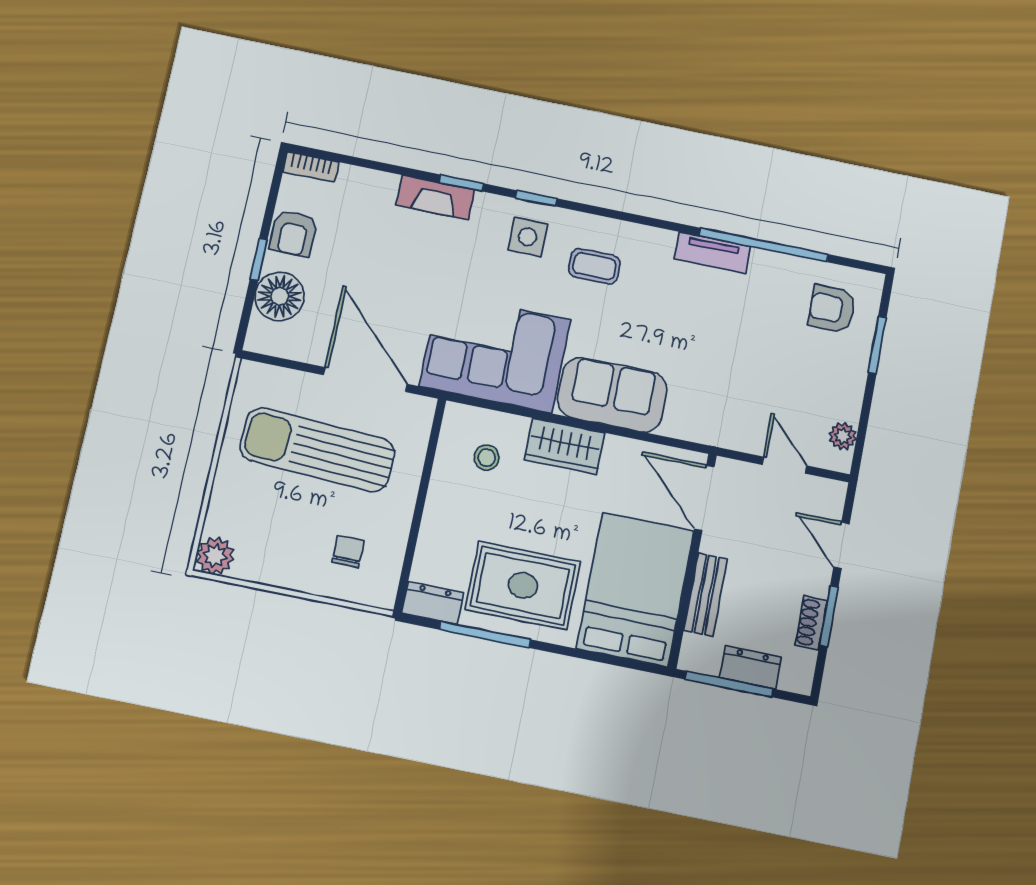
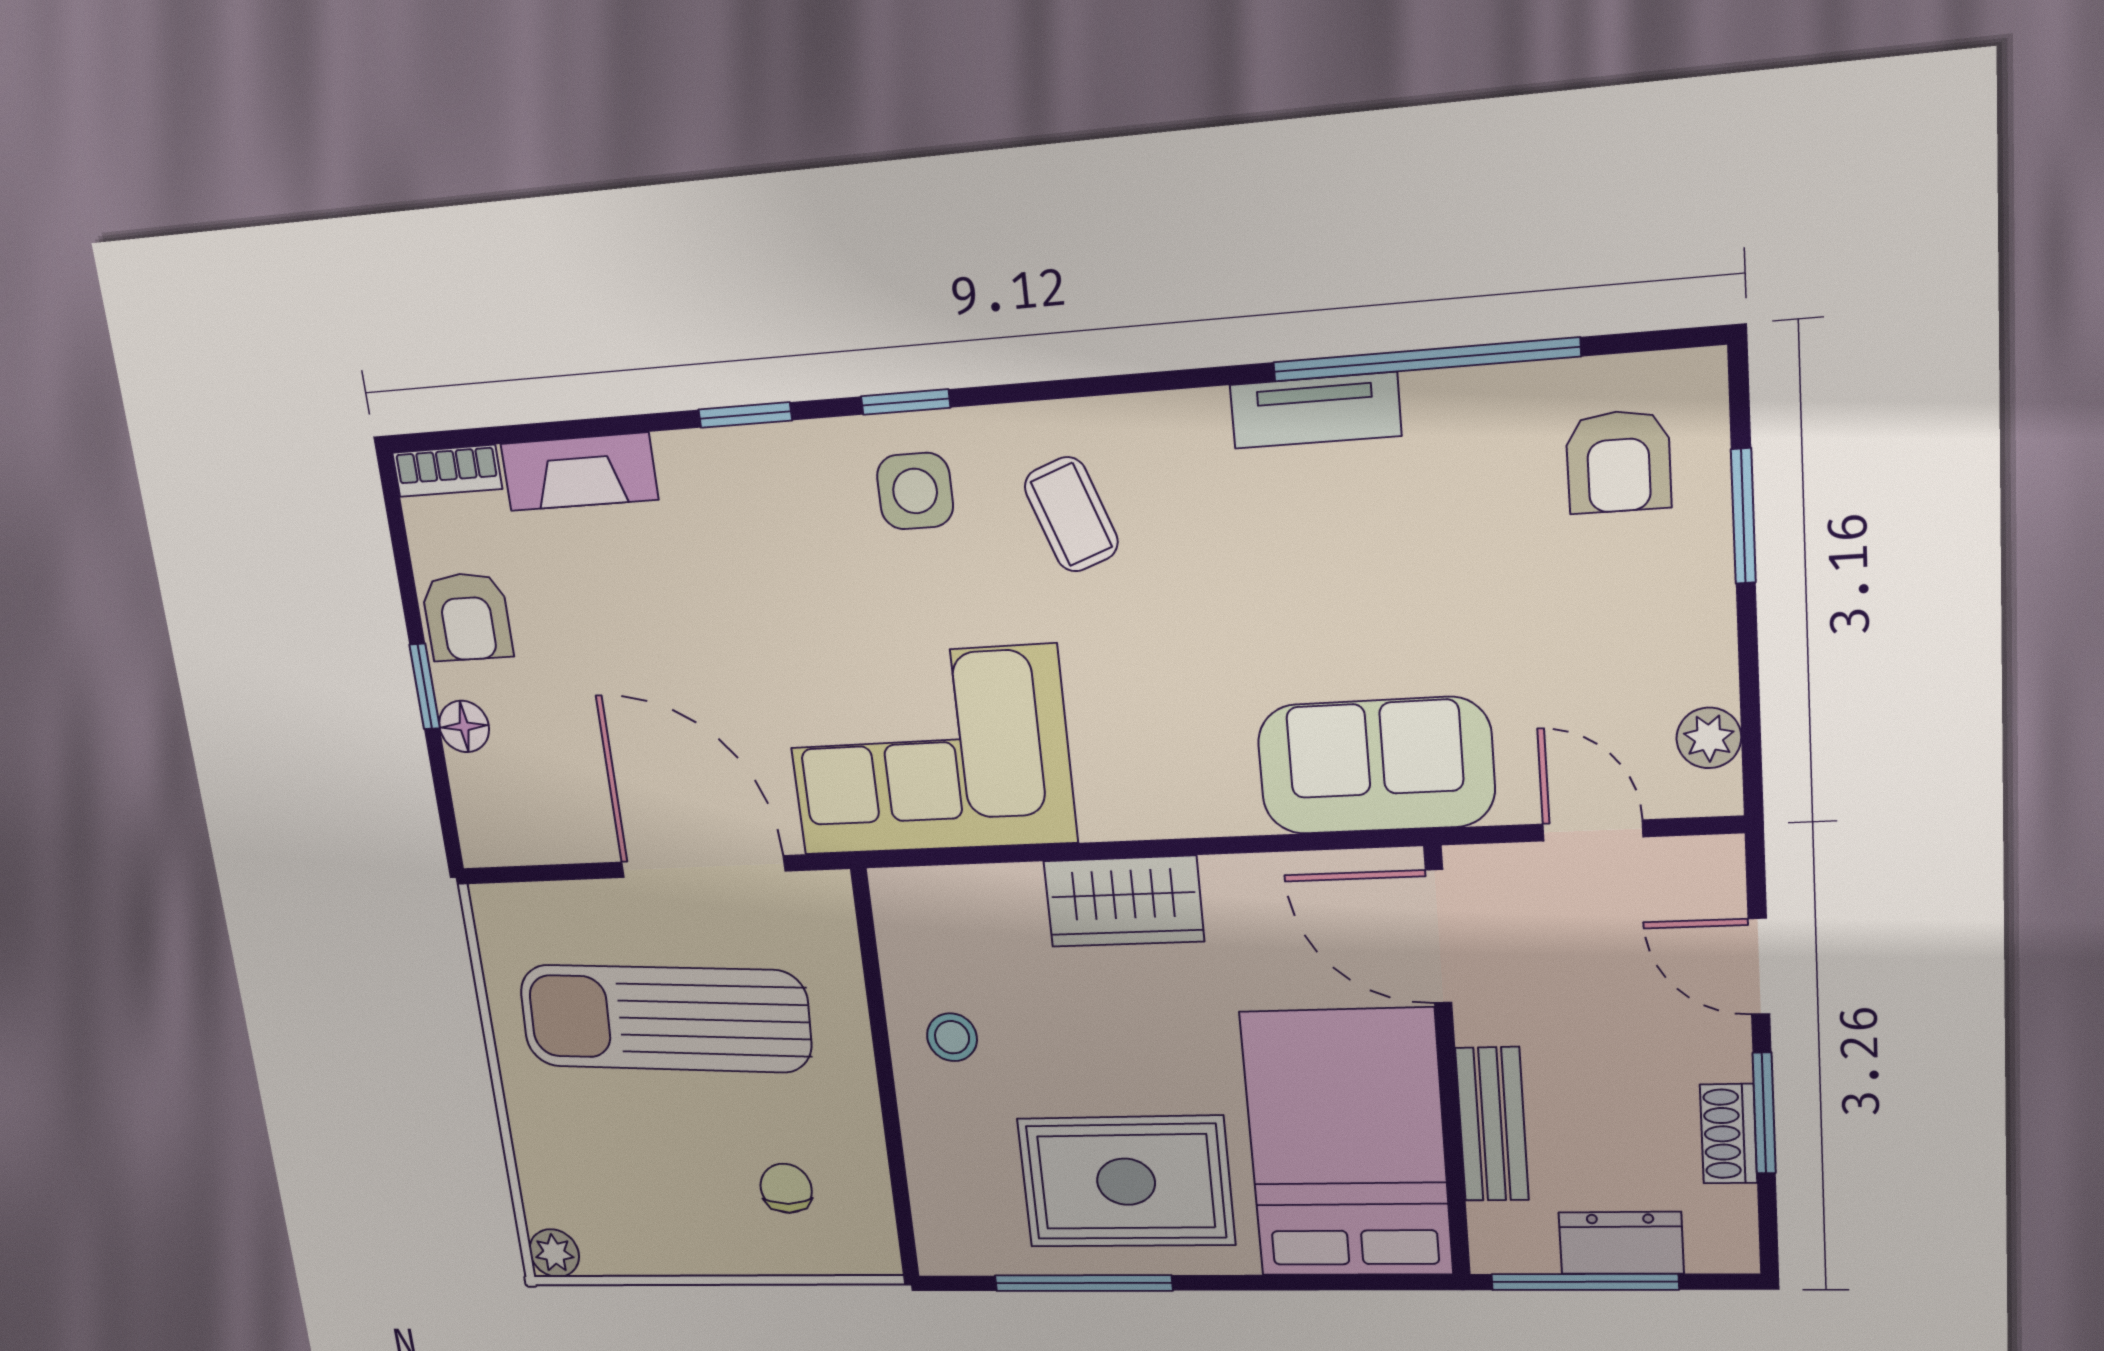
fireplace: (435, 197) -> (579, 472), moved
coffee table: (594, 266) -> (1071, 514), turned 70
floor lamp: (280, 296) -> (464, 726), width x0.53, depth x0.53
armchair: (832, 309) -> (1618, 462), turned -90
sofa: (612, 395) -> (1376, 766), moved
stool: (487, 458) -> (952, 1037), moved
plant: (215, 556) -> (554, 1253), width x0.73, depth x0.73
dresser: (433, 603) -> (969, 1247), removed

